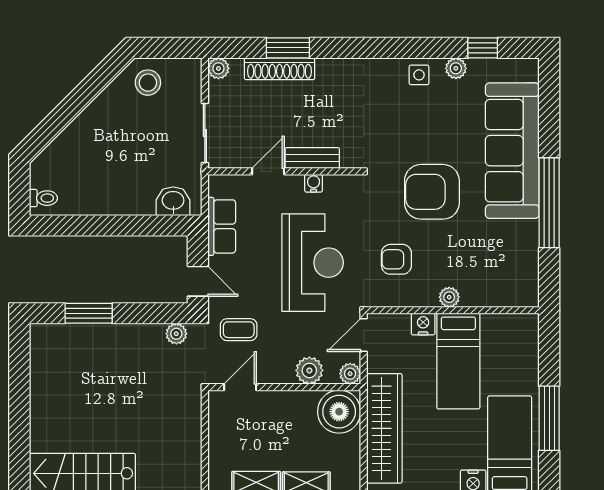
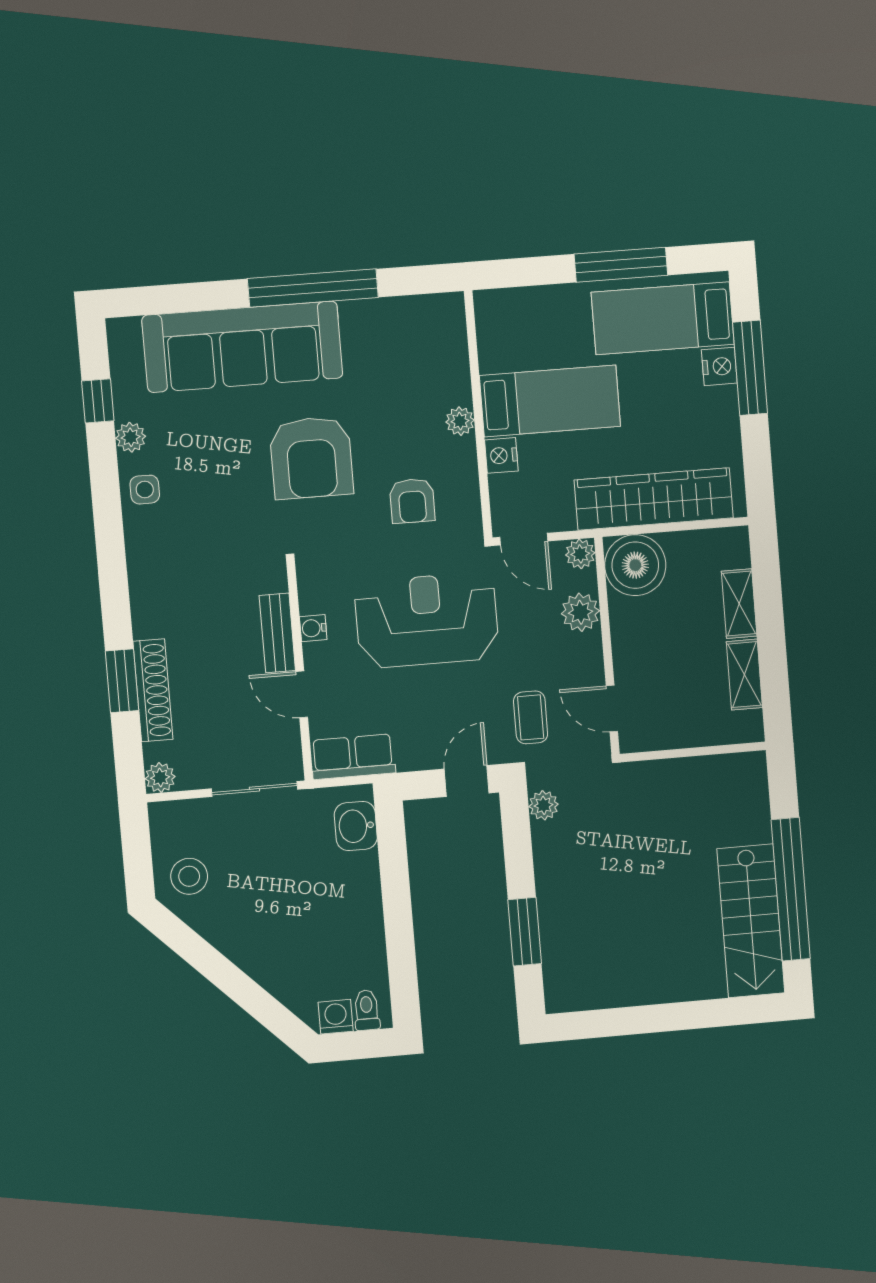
washing machine: (41, 176) -> (336, 1017), added
row of seats: (222, 226) -> (353, 757), moved

